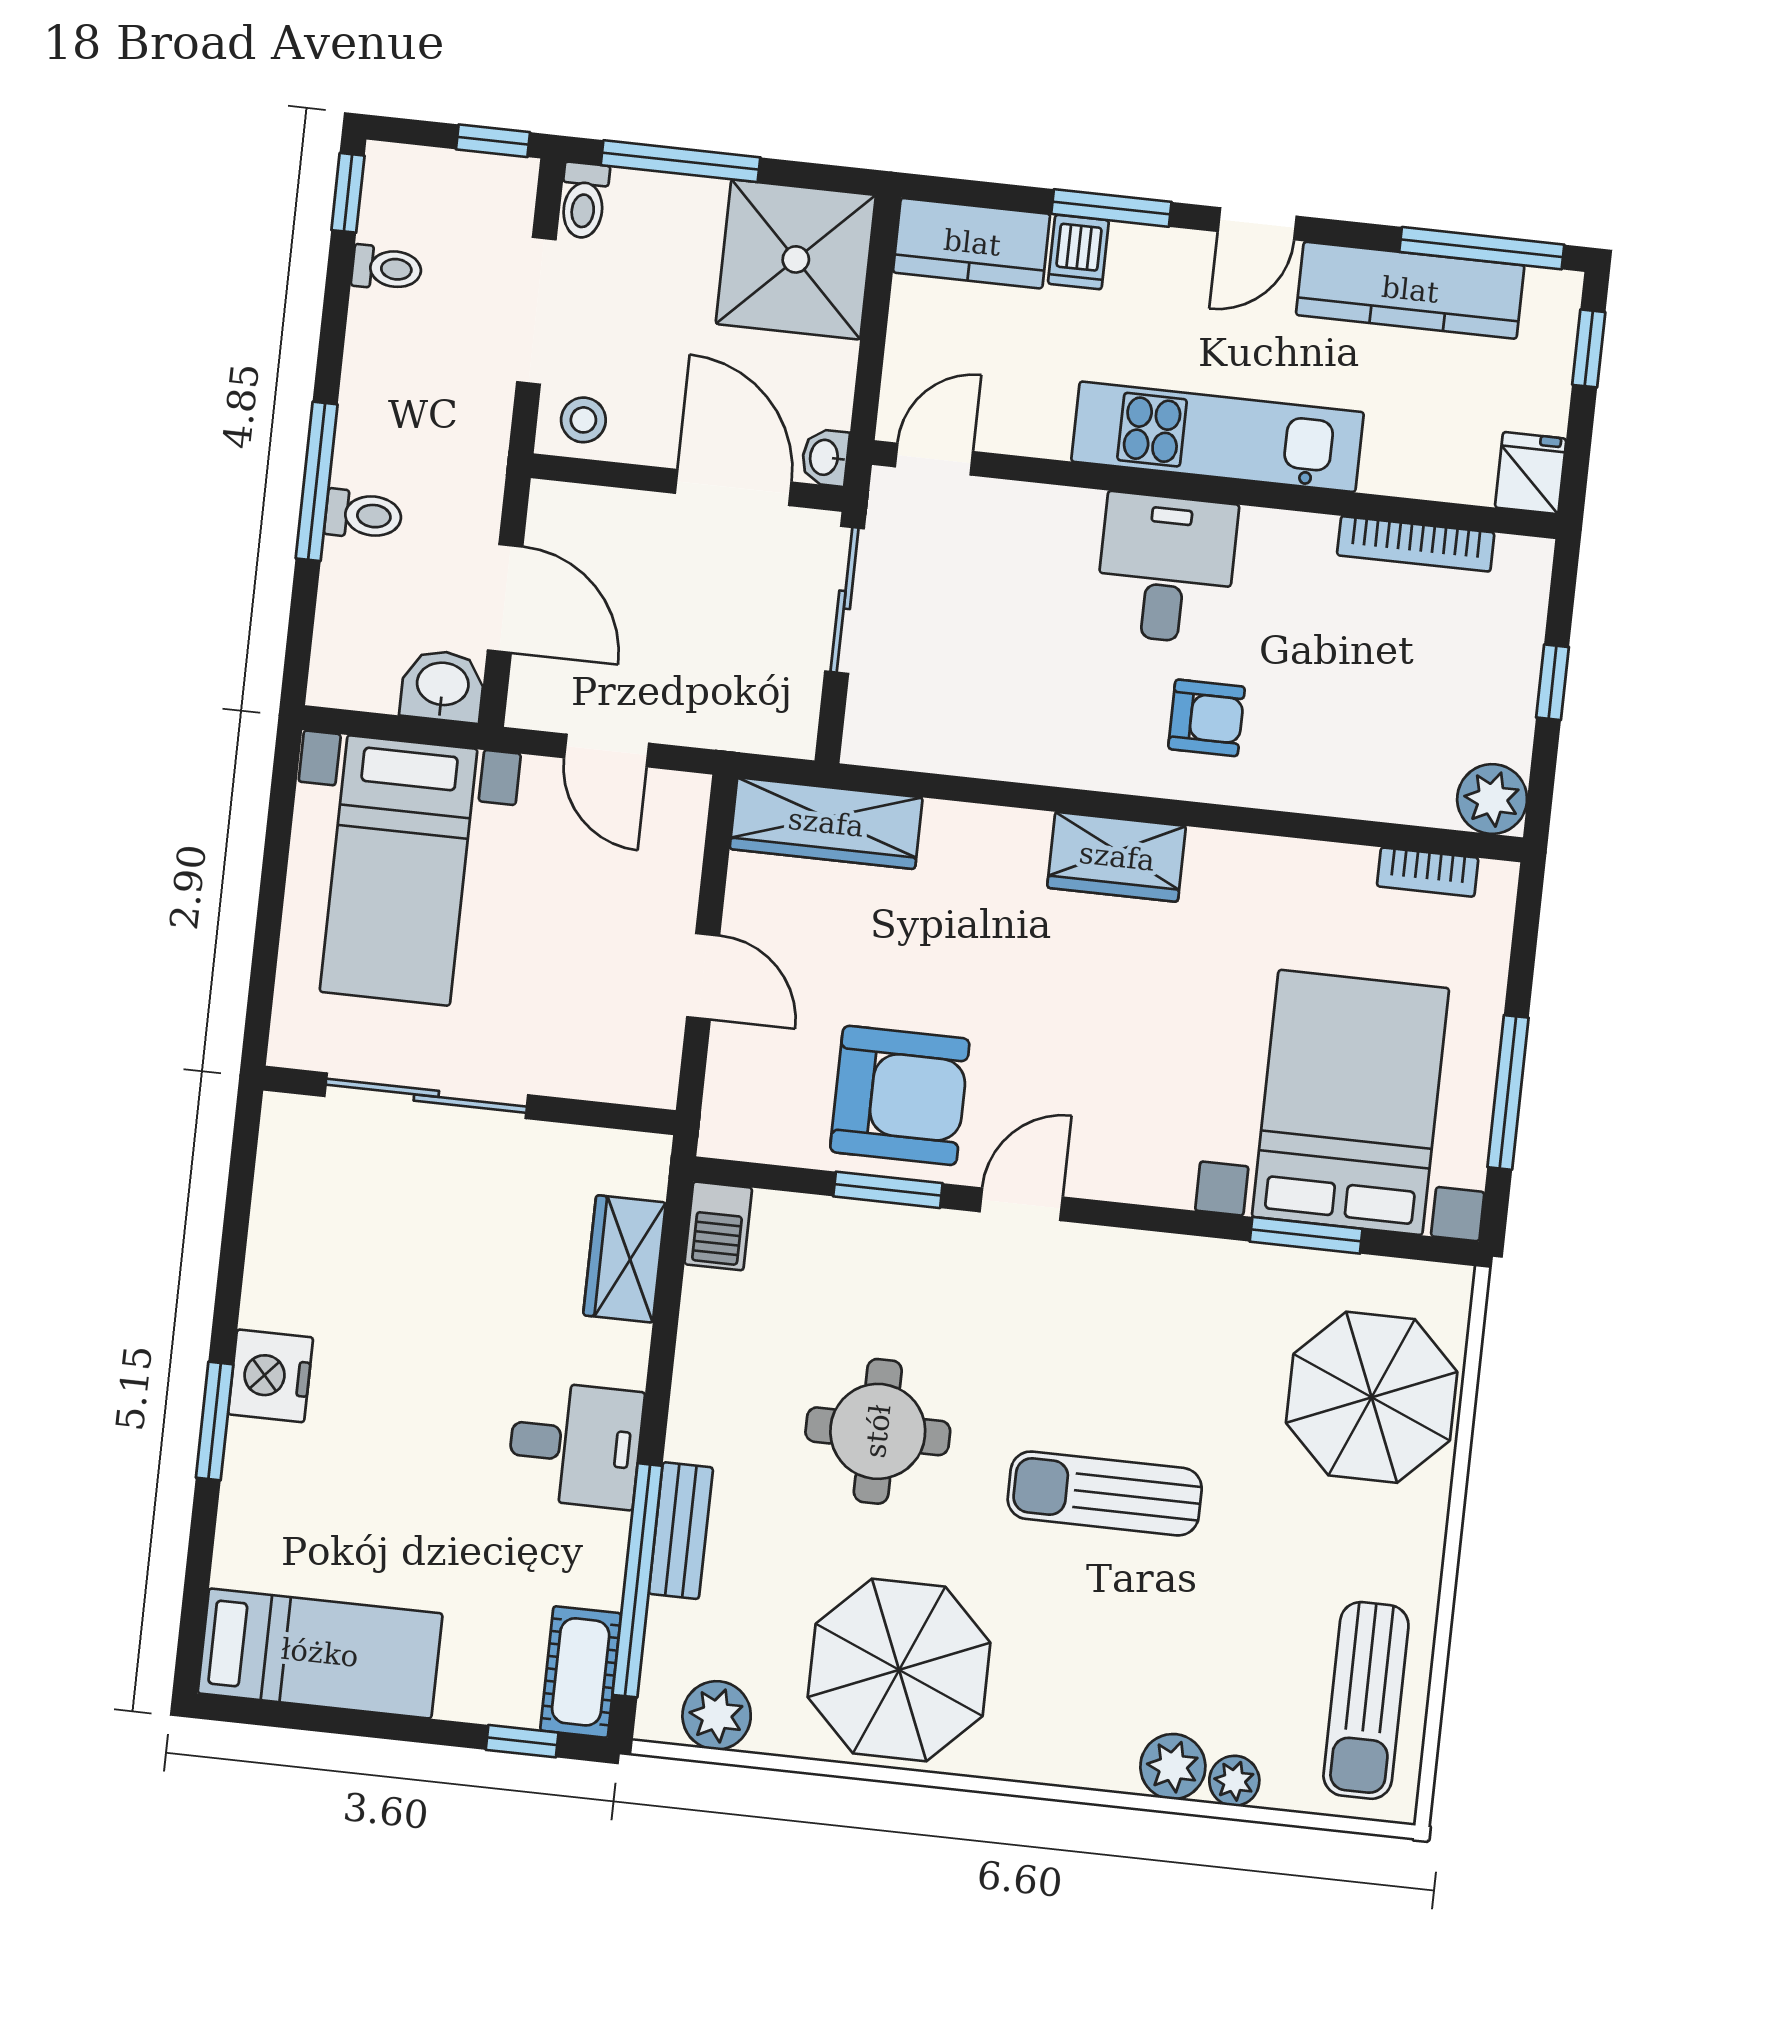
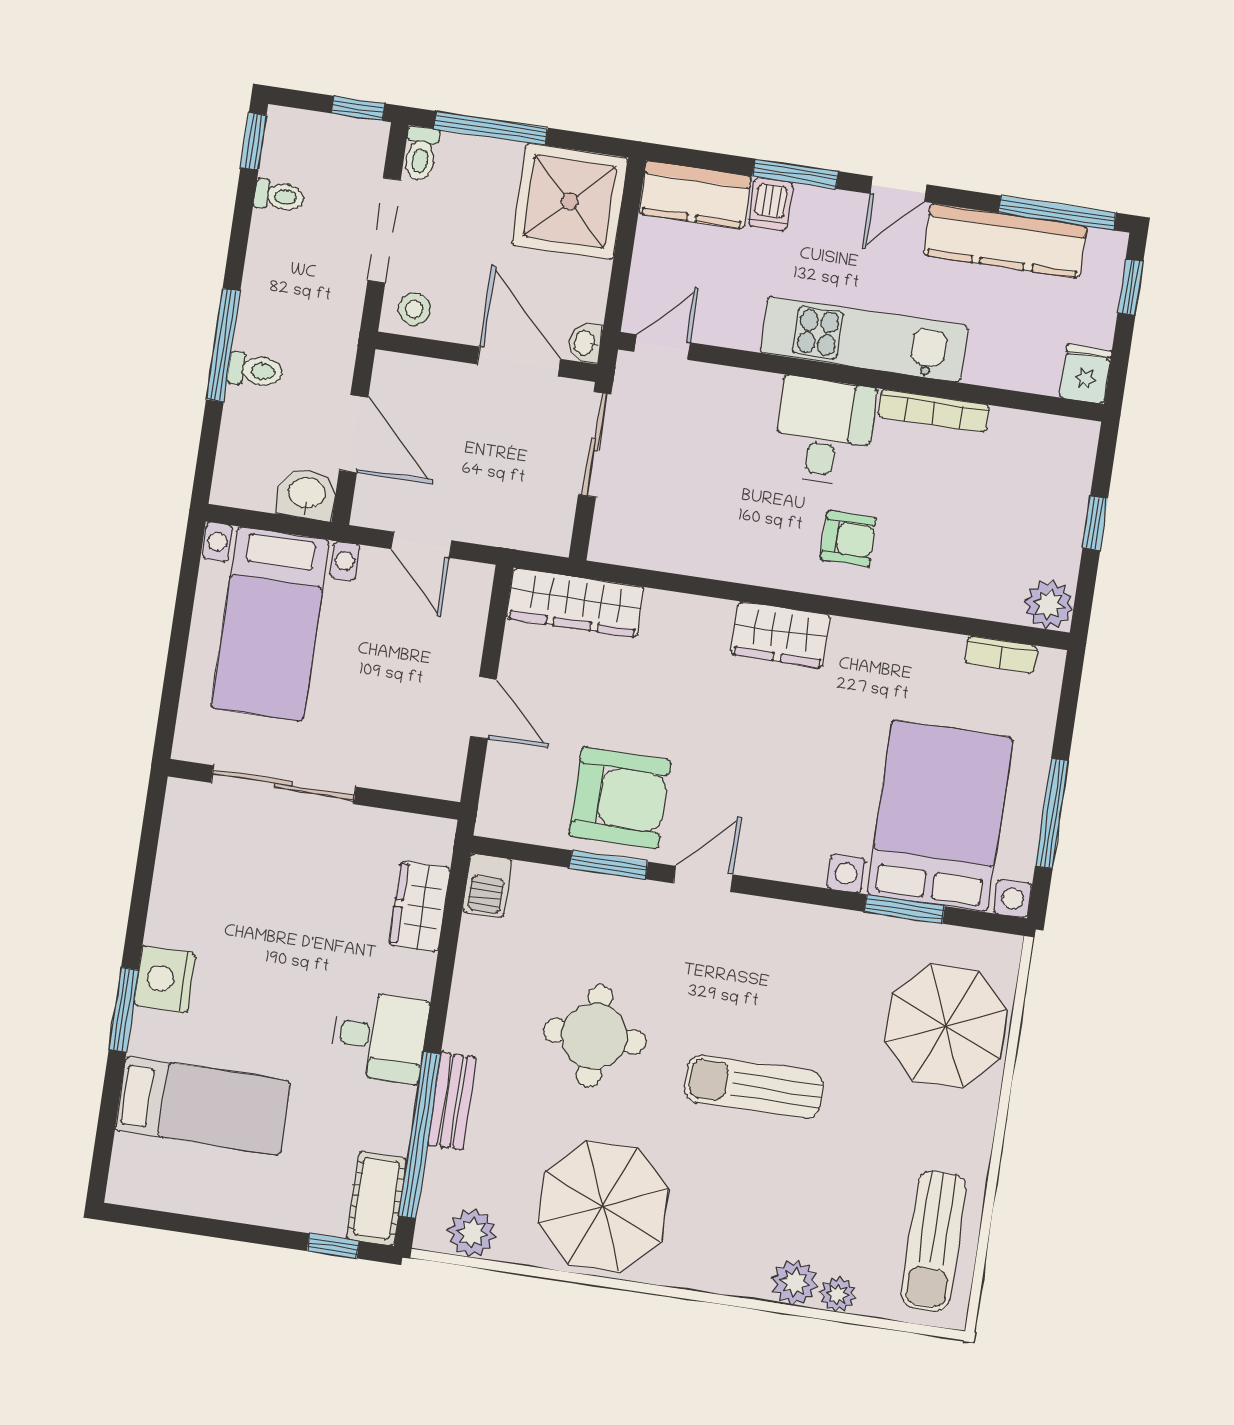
bookcase: (1416, 544) -> (934, 411), moved
bed: (320, 1653) -> (203, 1106), moved

